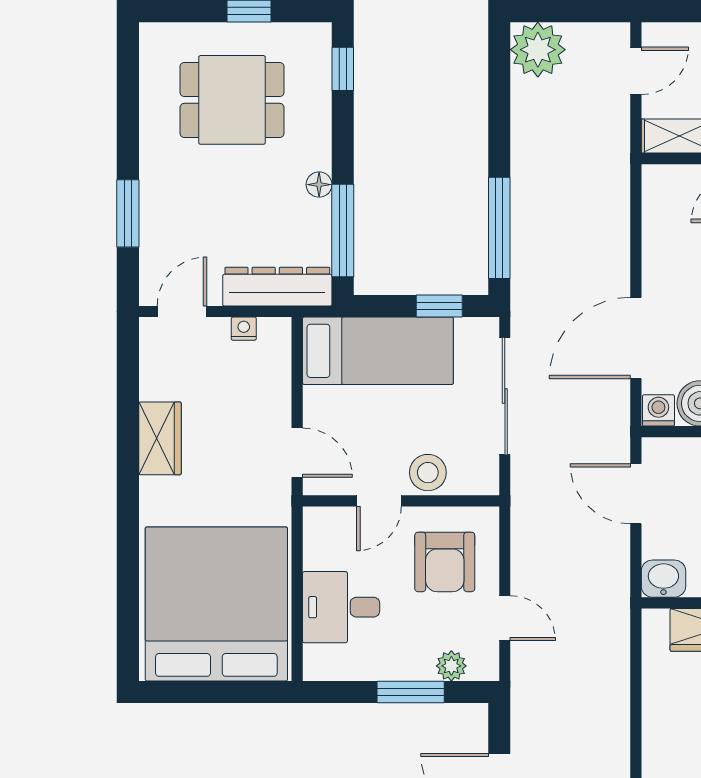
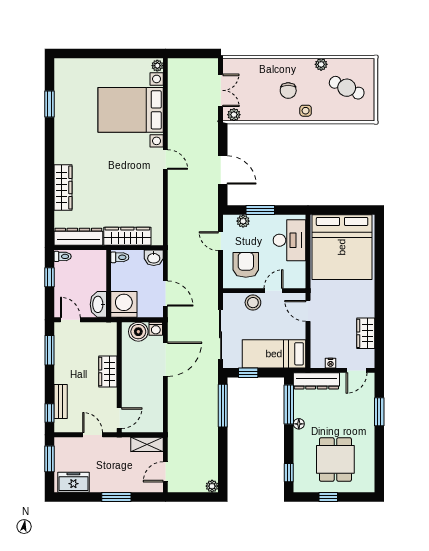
plant: (538, 50) -> (212, 486), width x0.53, depth x0.53
dining table: (232, 100) -> (335, 459), turned 90
wardrobe: (160, 438) -> (366, 333), moved
desk: (341, 607) -> (289, 240), width x1.37

